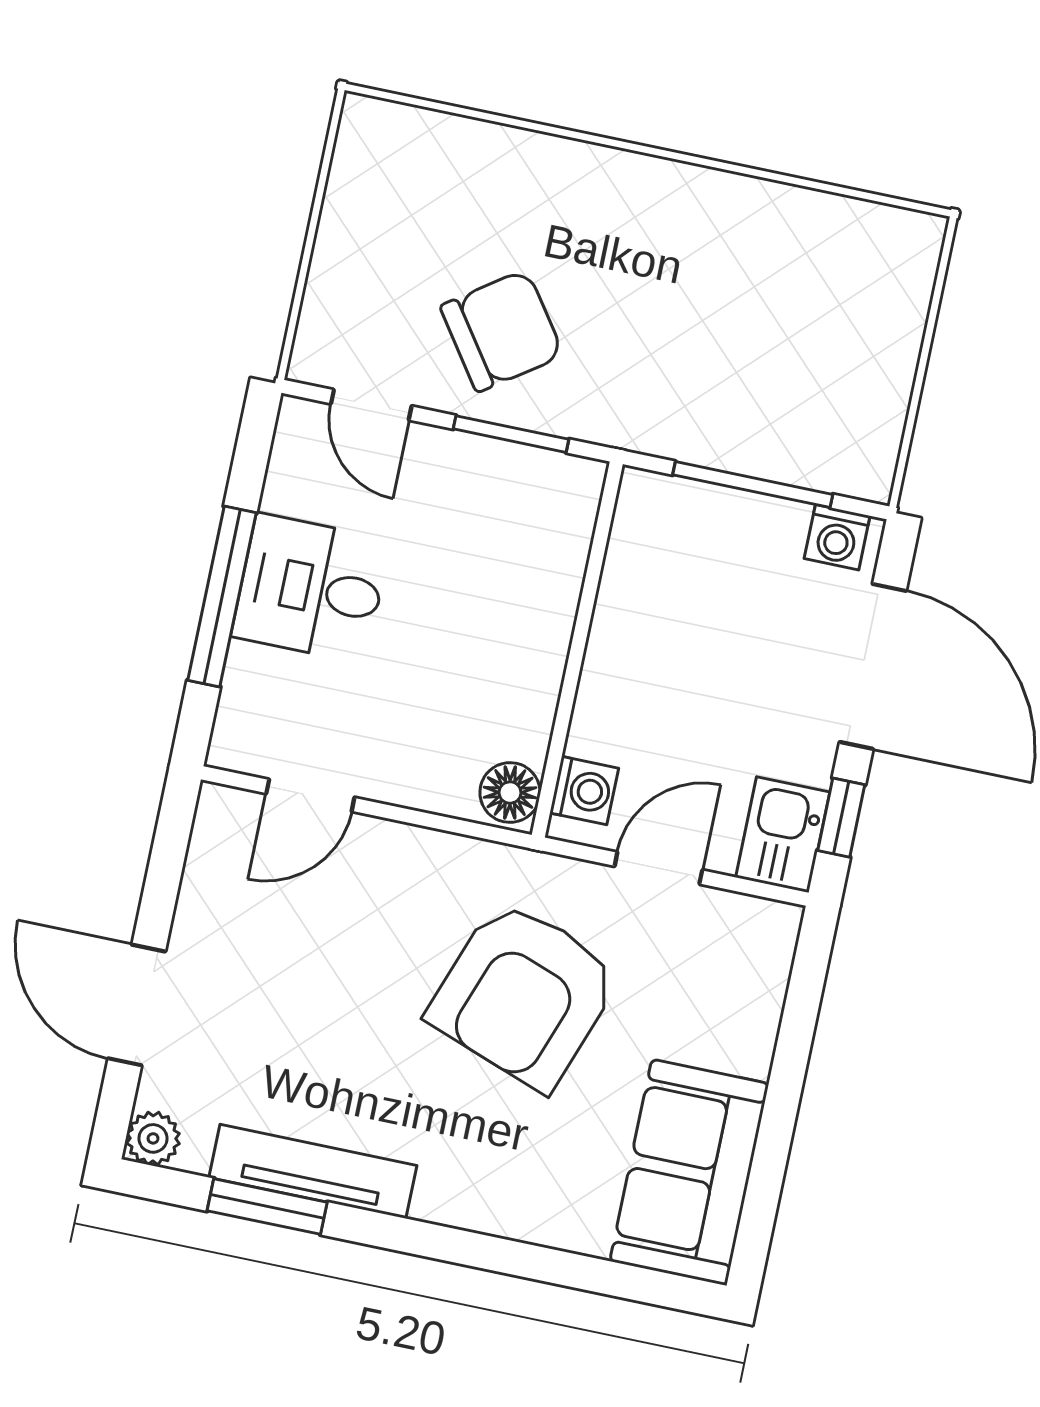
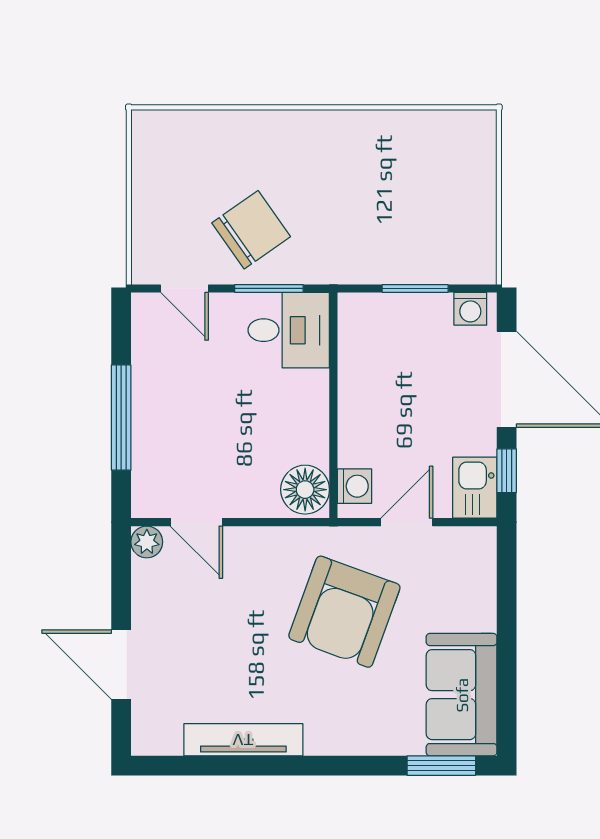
window: (753, 485) -> (415, 288), width x0.69
desk: (311, 588) -> (289, 330), moved, turned 180
floor lamp: (510, 793) -> (305, 490), width x1.38, depth x1.38
door: (310, 795) -> (196, 522), hinge flipped
plant: (153, 1138) -> (147, 542), moved
window: (267, 1207) -> (441, 766), moved

